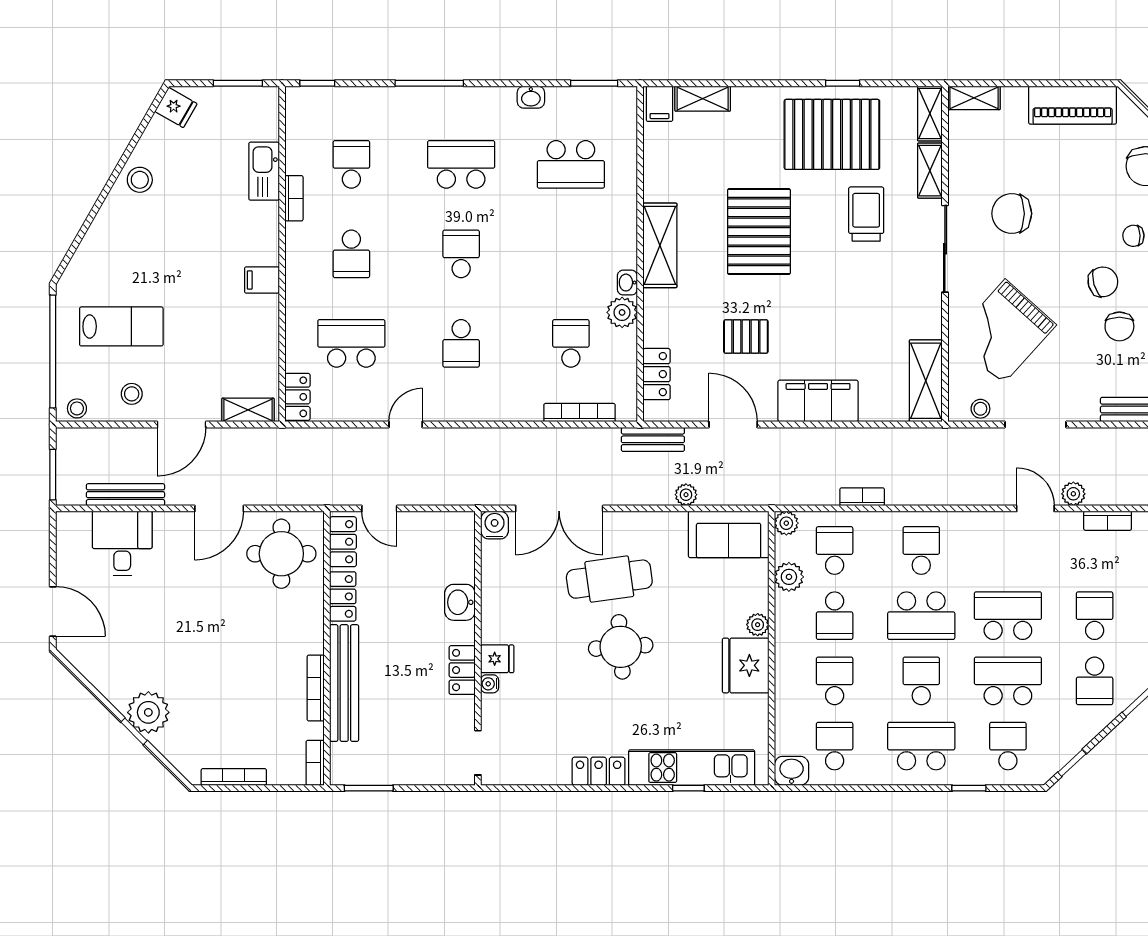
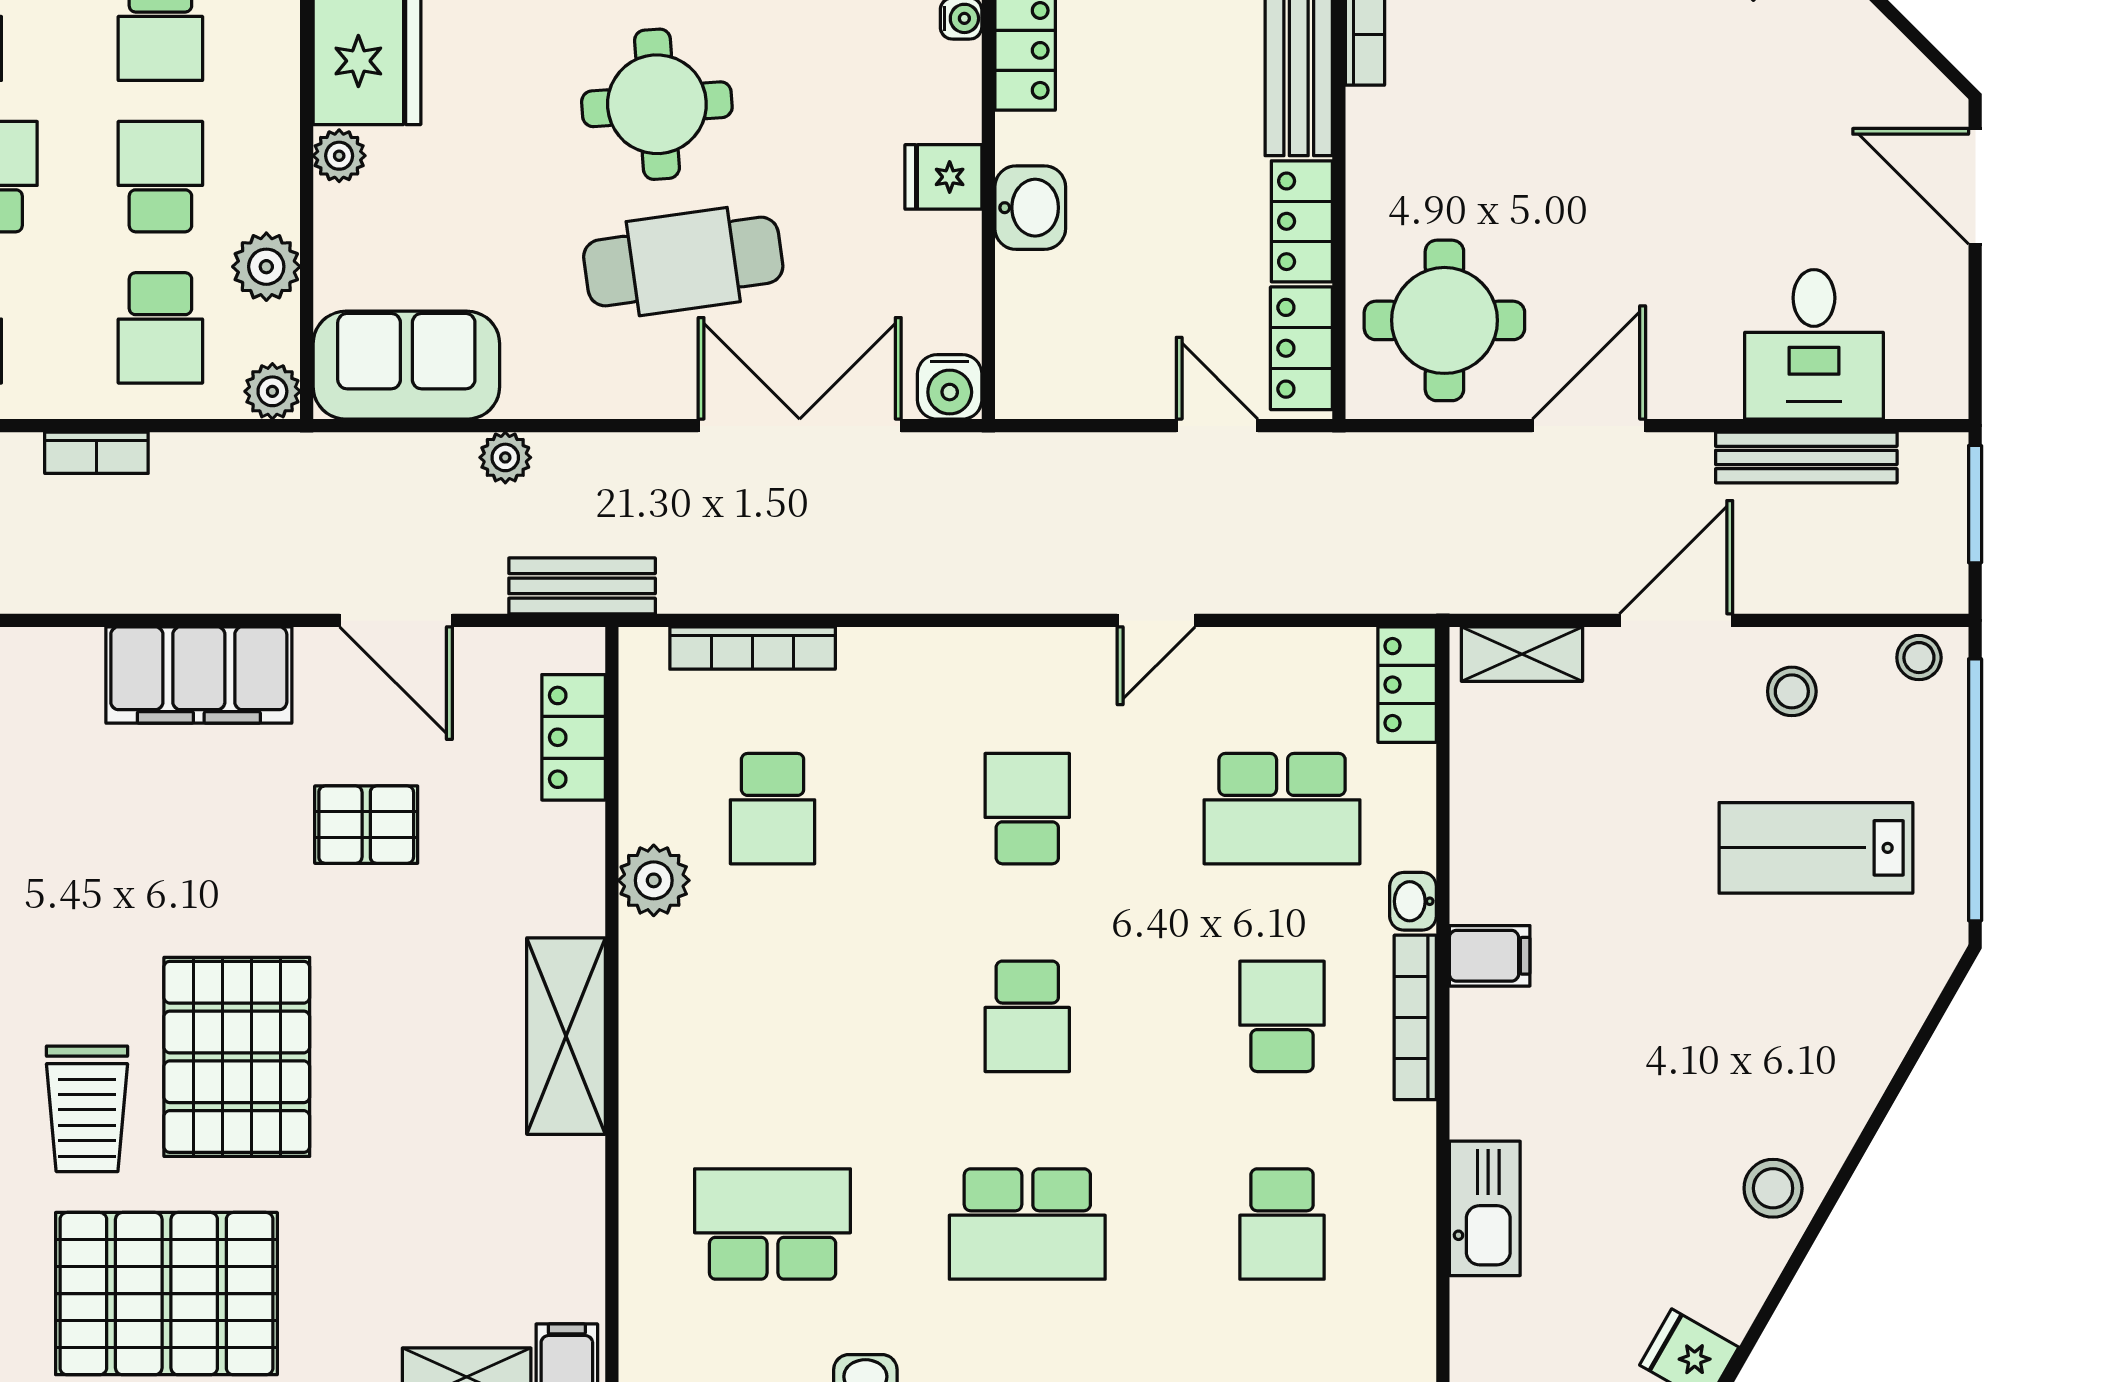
bookcase: (294, 198) -> (1415, 1017), moved, width x1.56
pallet: (759, 232) -> (237, 1057), moved
washbasin: (627, 283) -> (1413, 901), moved, turned 180
fridge: (497, 659) -> (943, 177), moved

